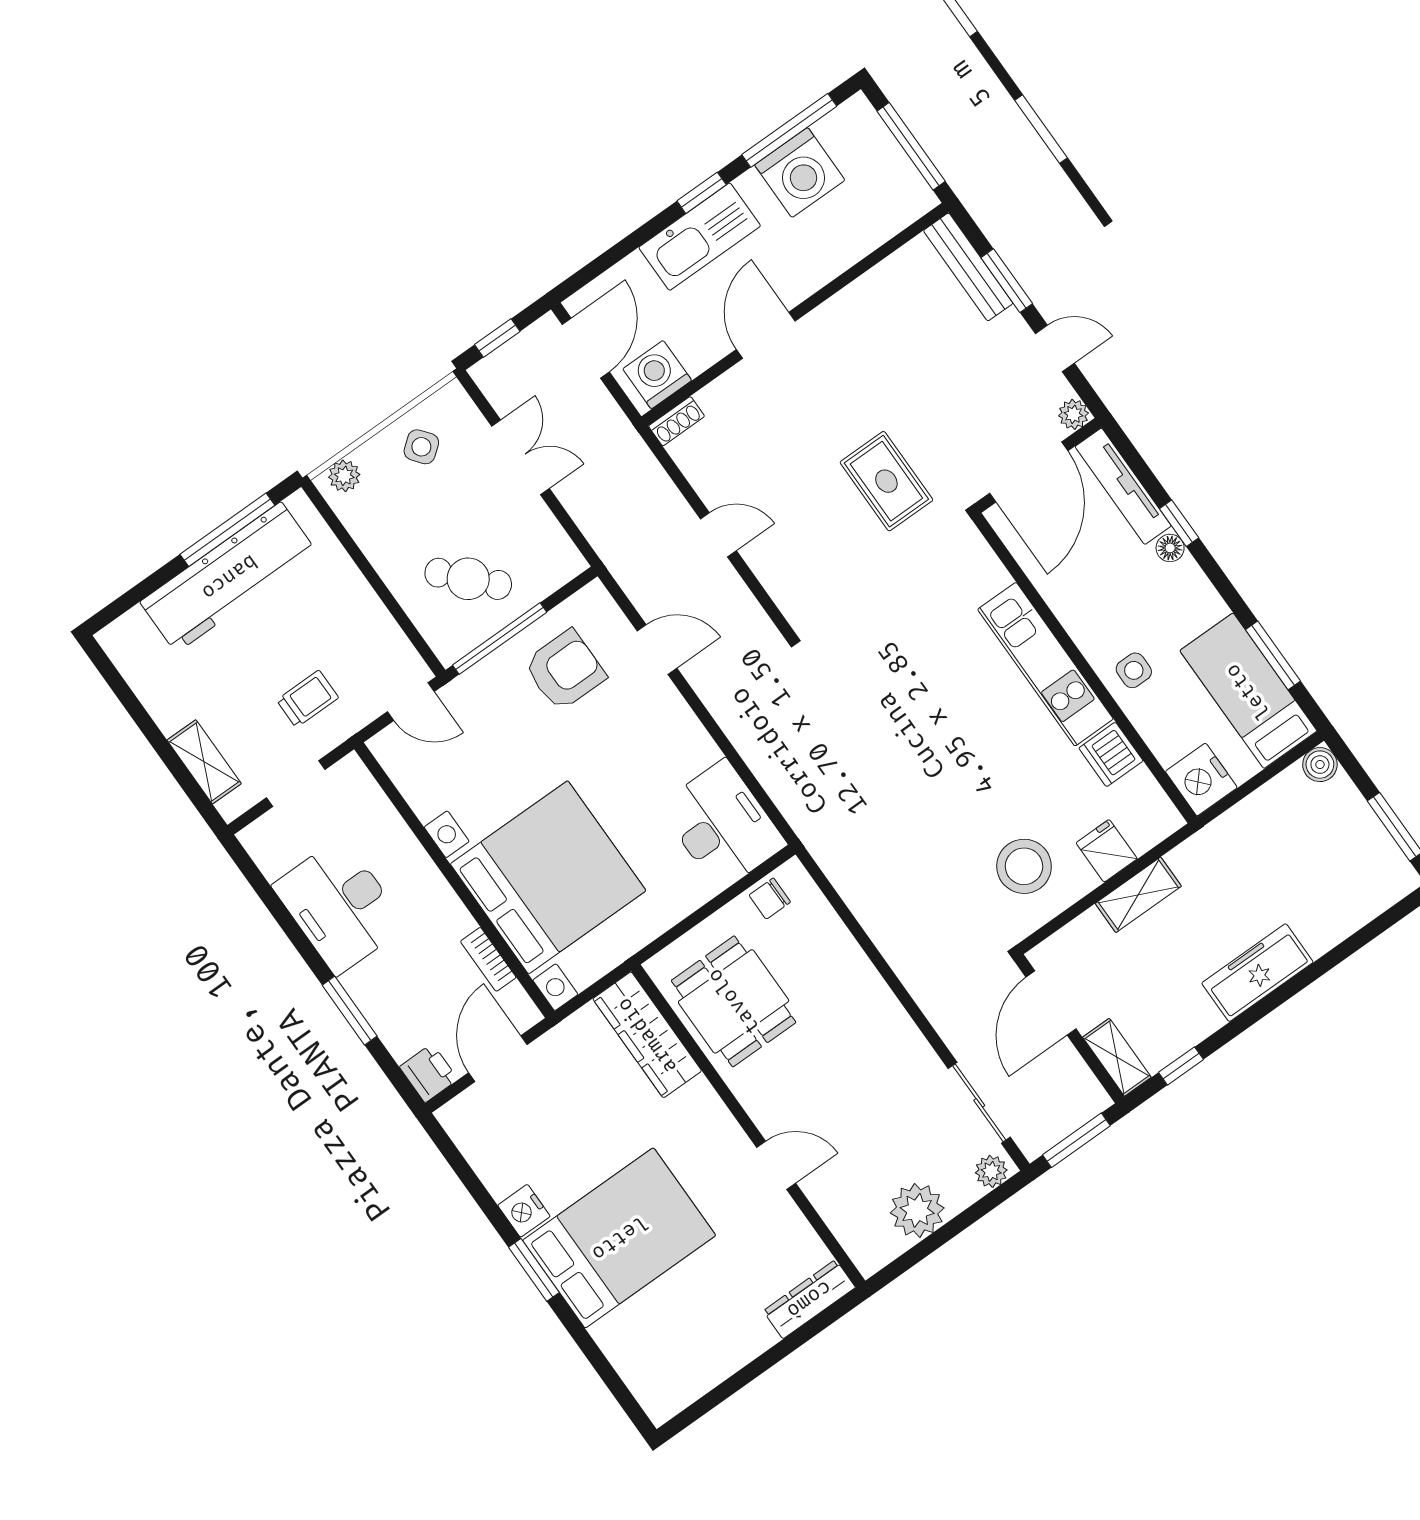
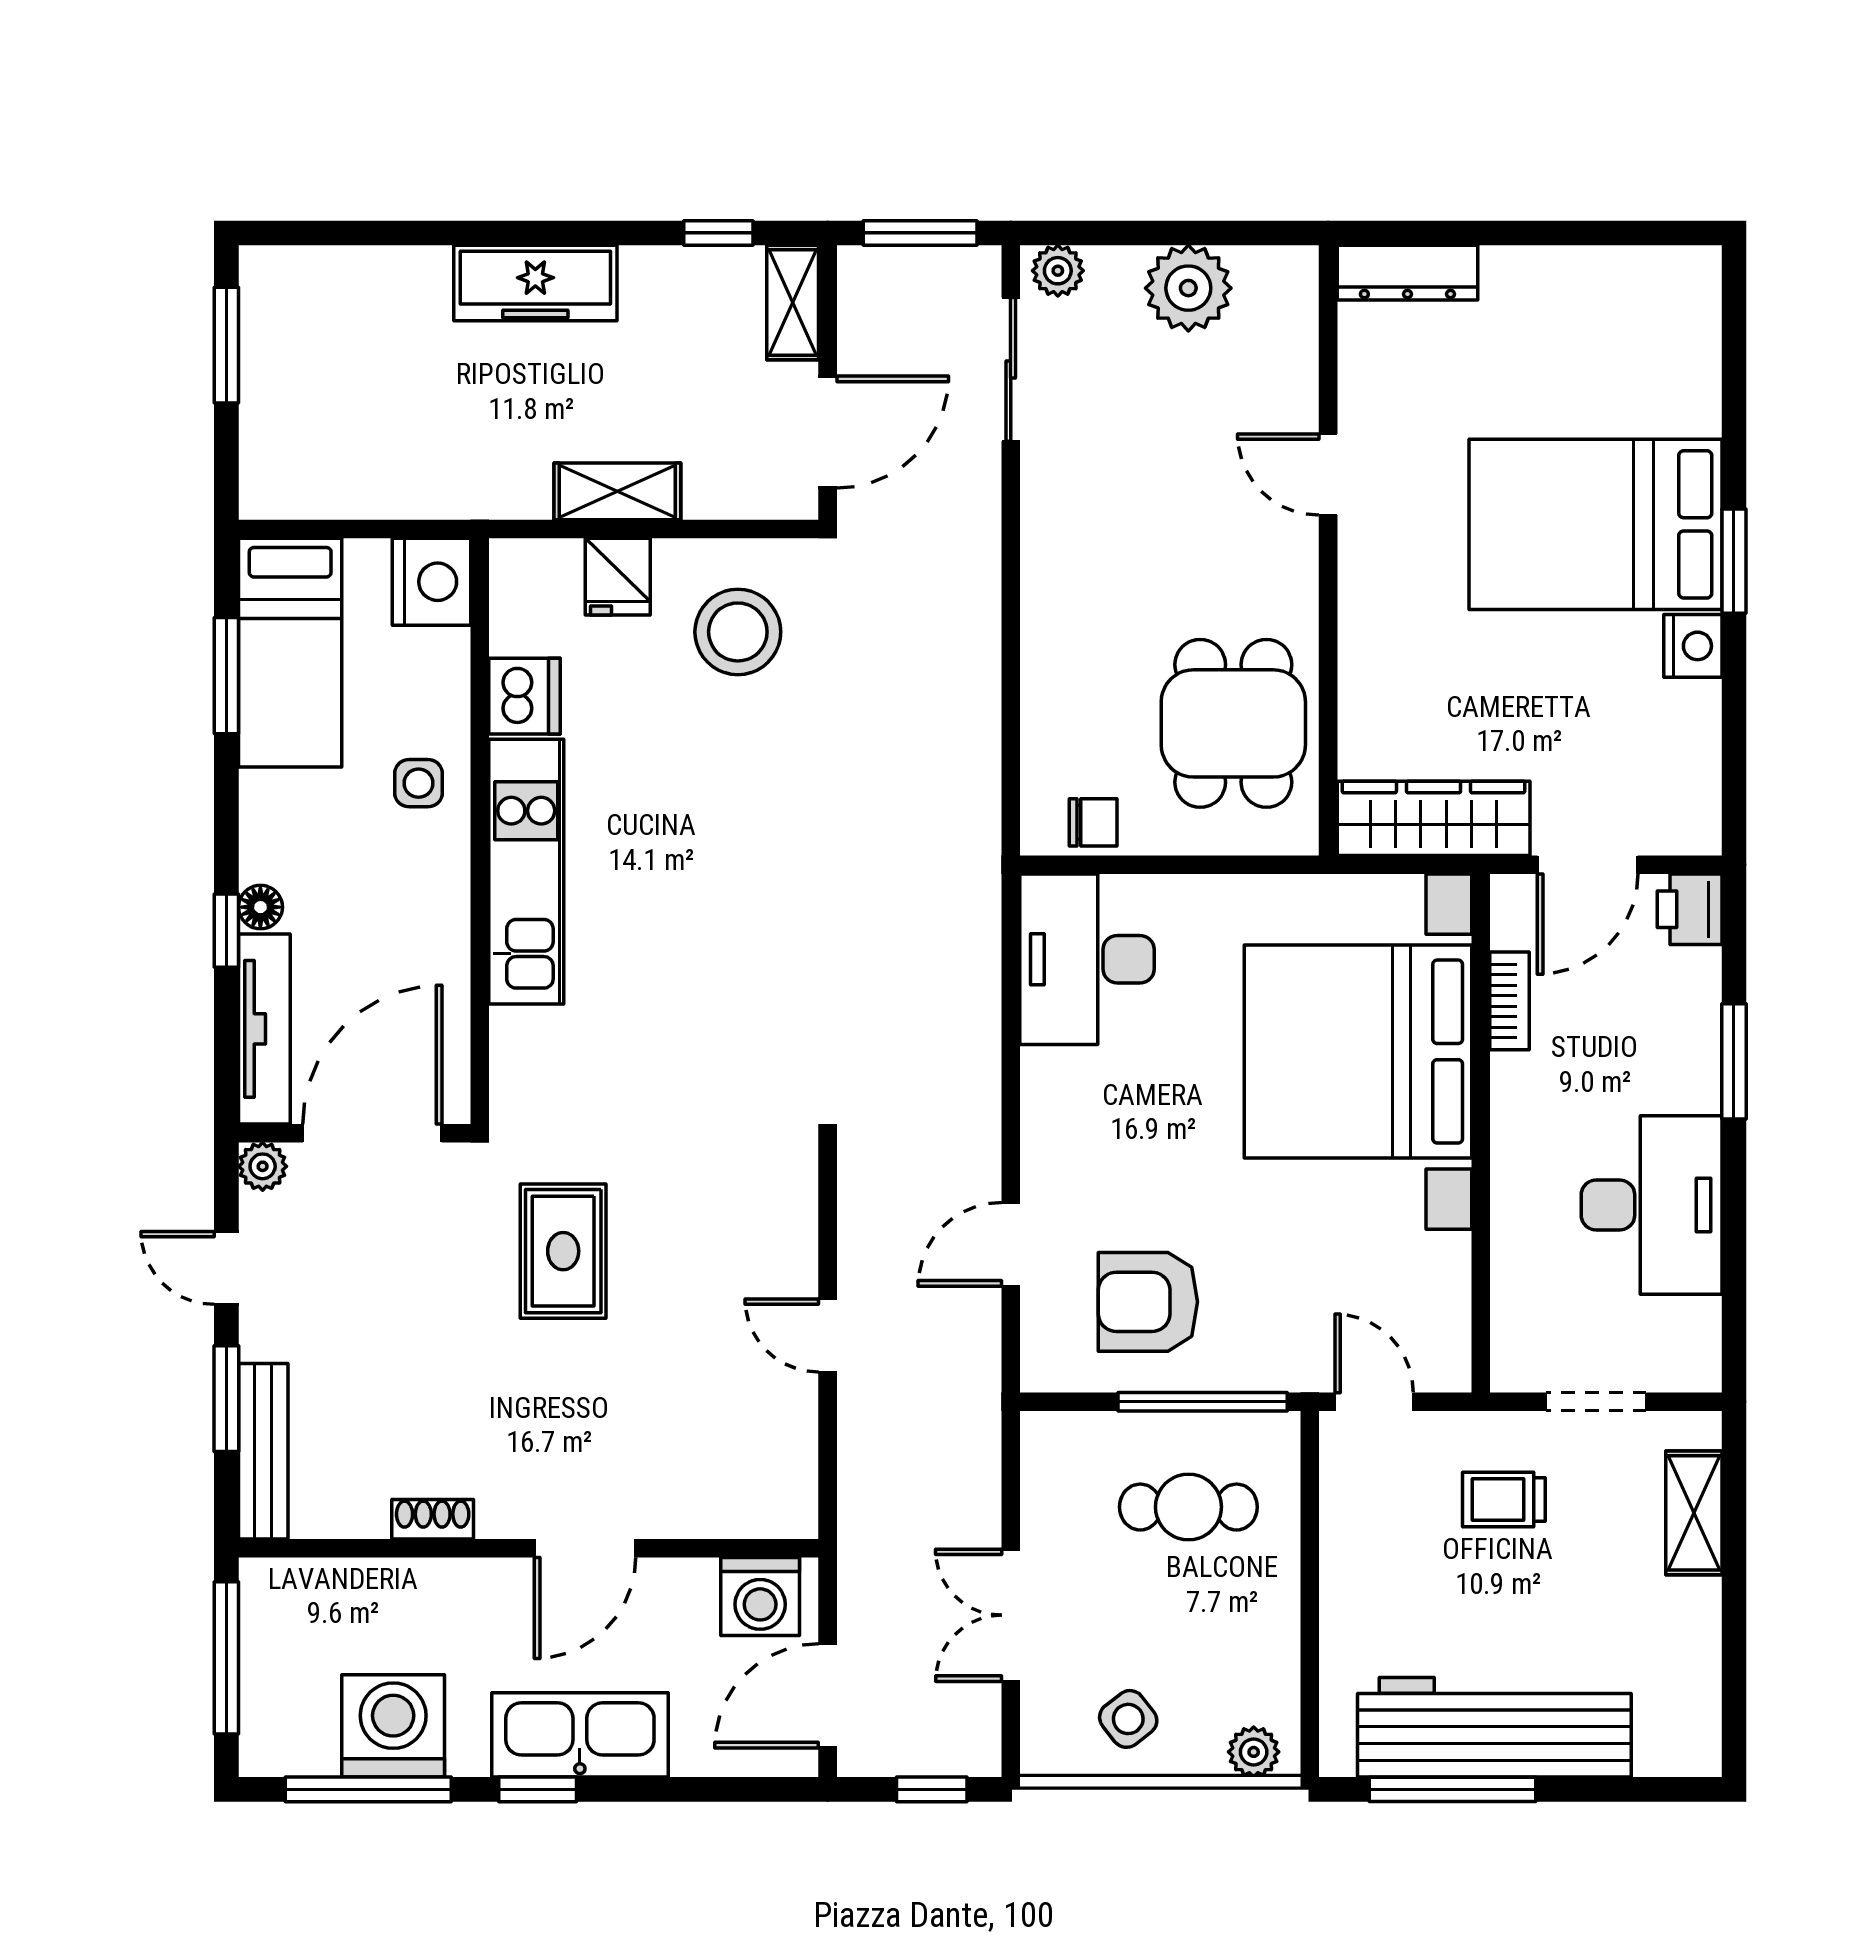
shoe rack: (677, 421) -> (433, 1519), moved
cafe table: (468, 579) -> (1188, 1507), turned -47
door: (657, 649) -> (1011, 1244), hinge flipped
boiler: (1320, 765) -> (266, 493), removed
wardrobe: (647, 1035) -> (1434, 818), moved, turned -90

